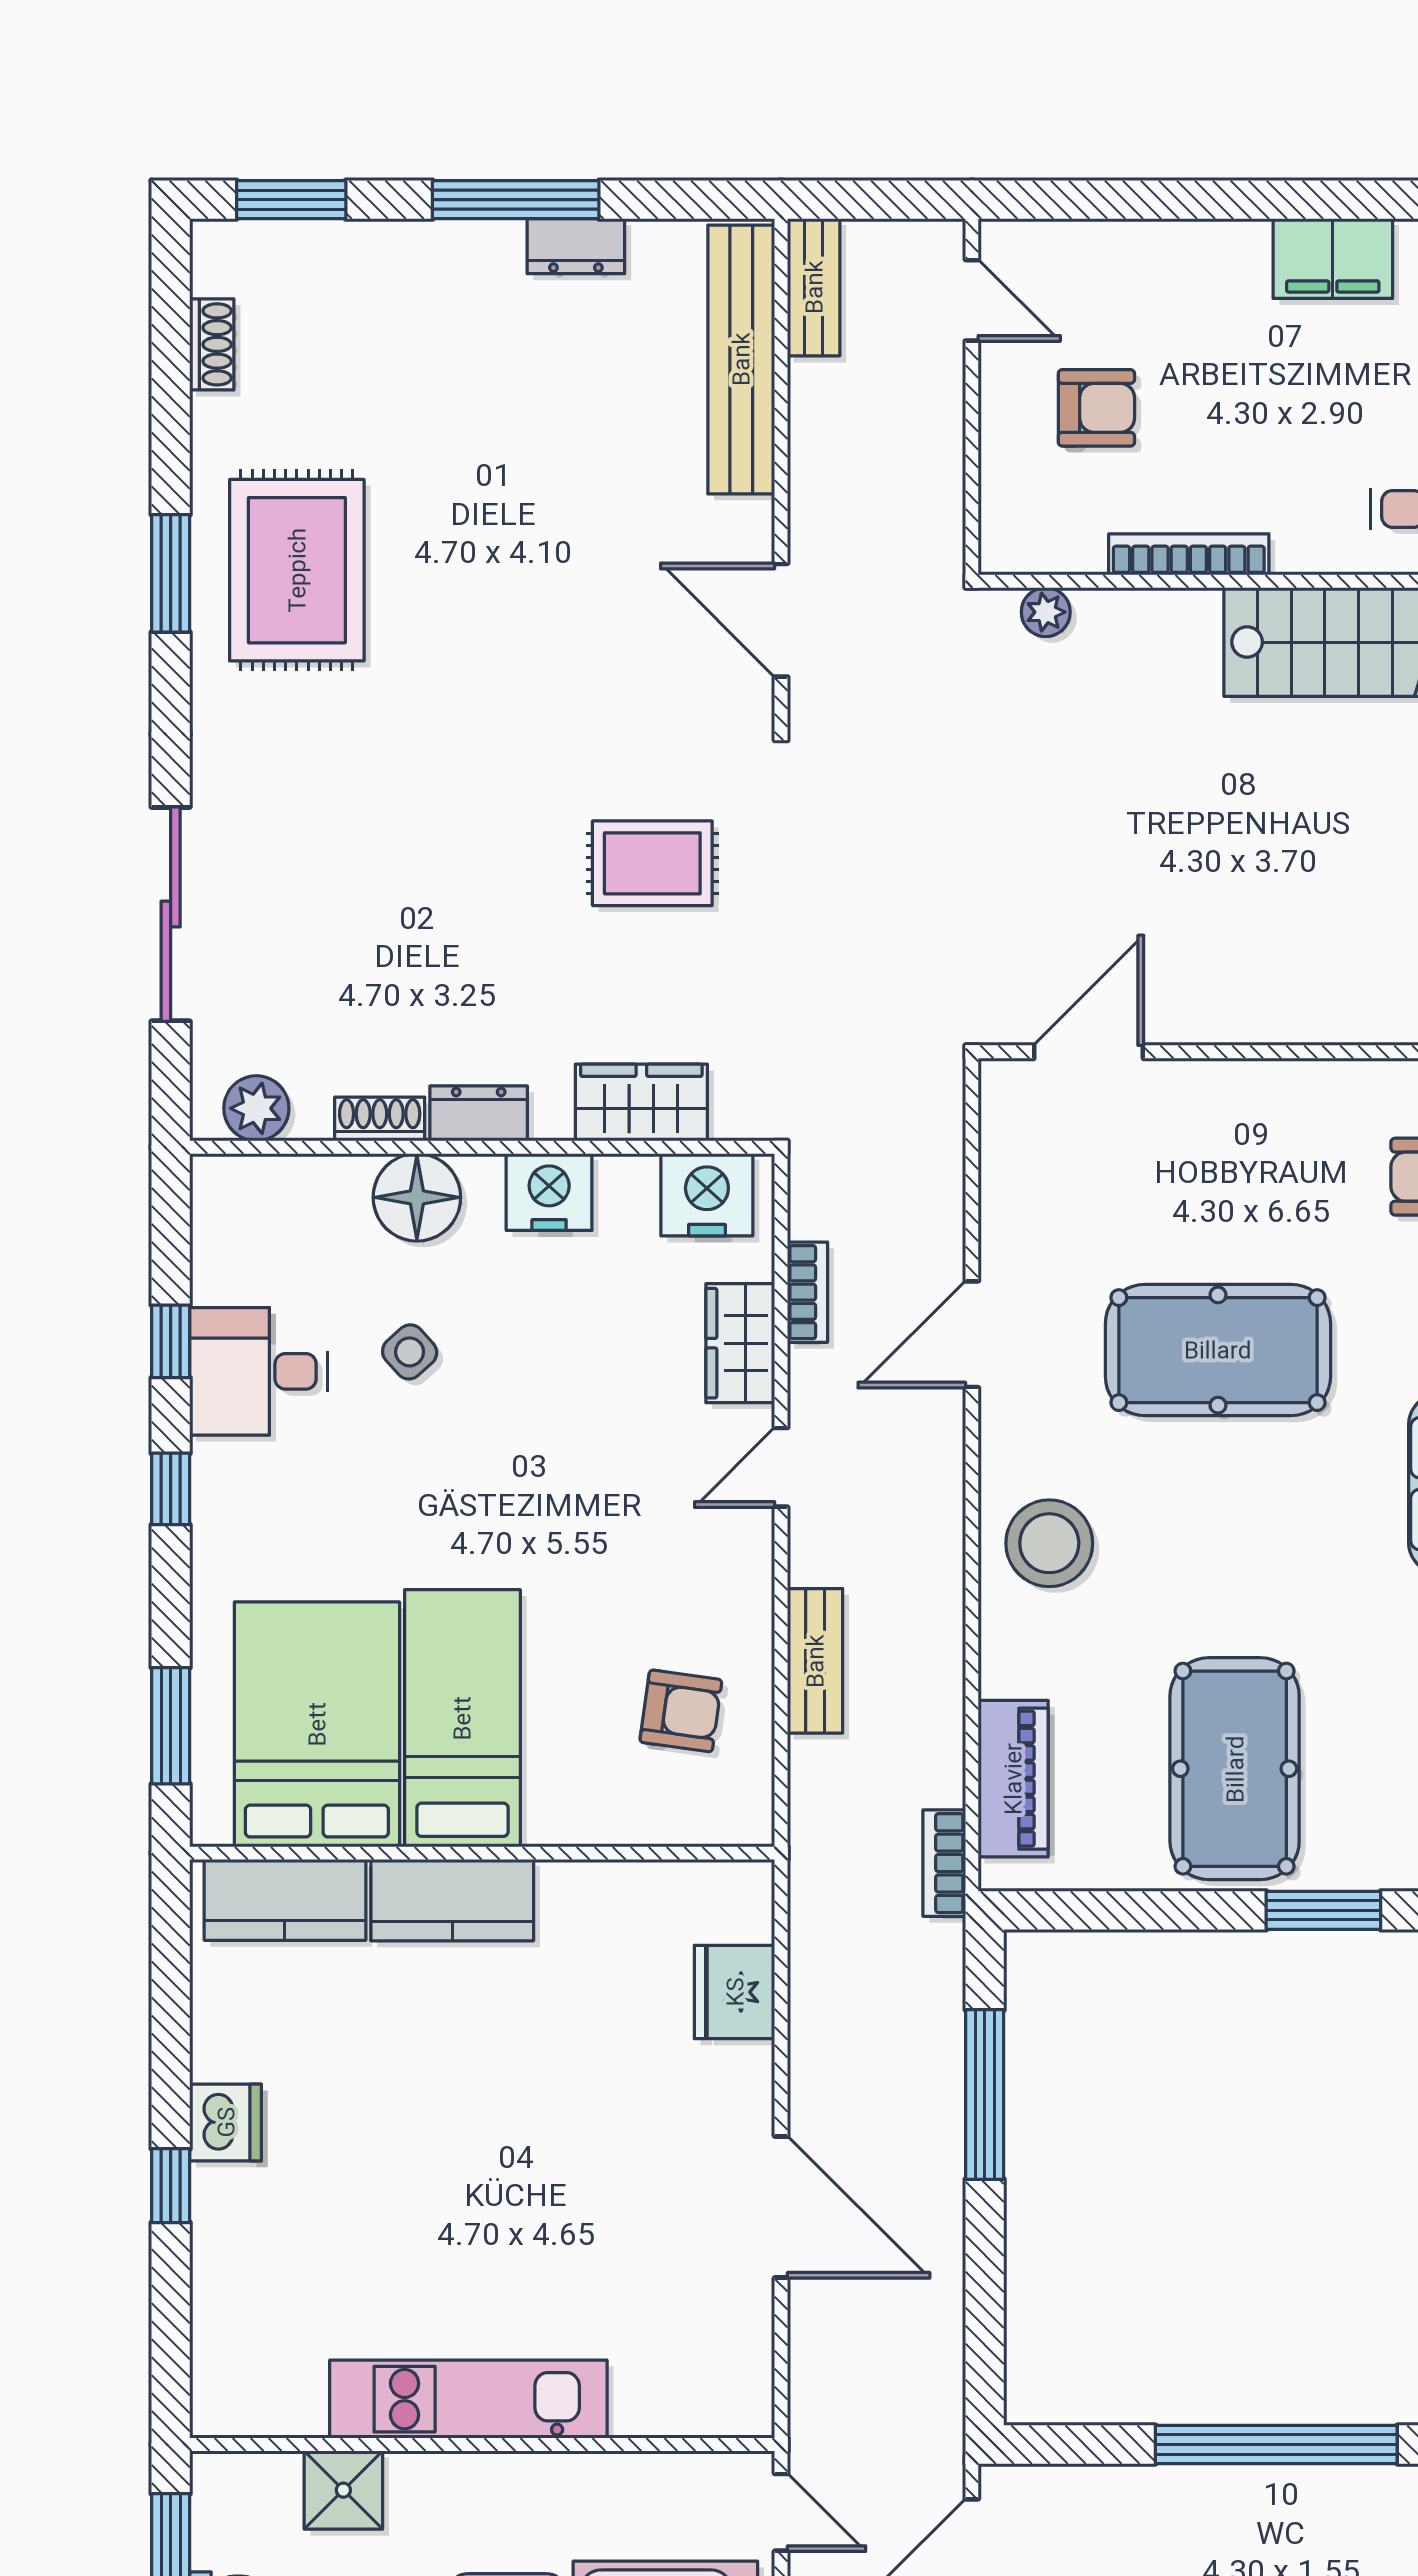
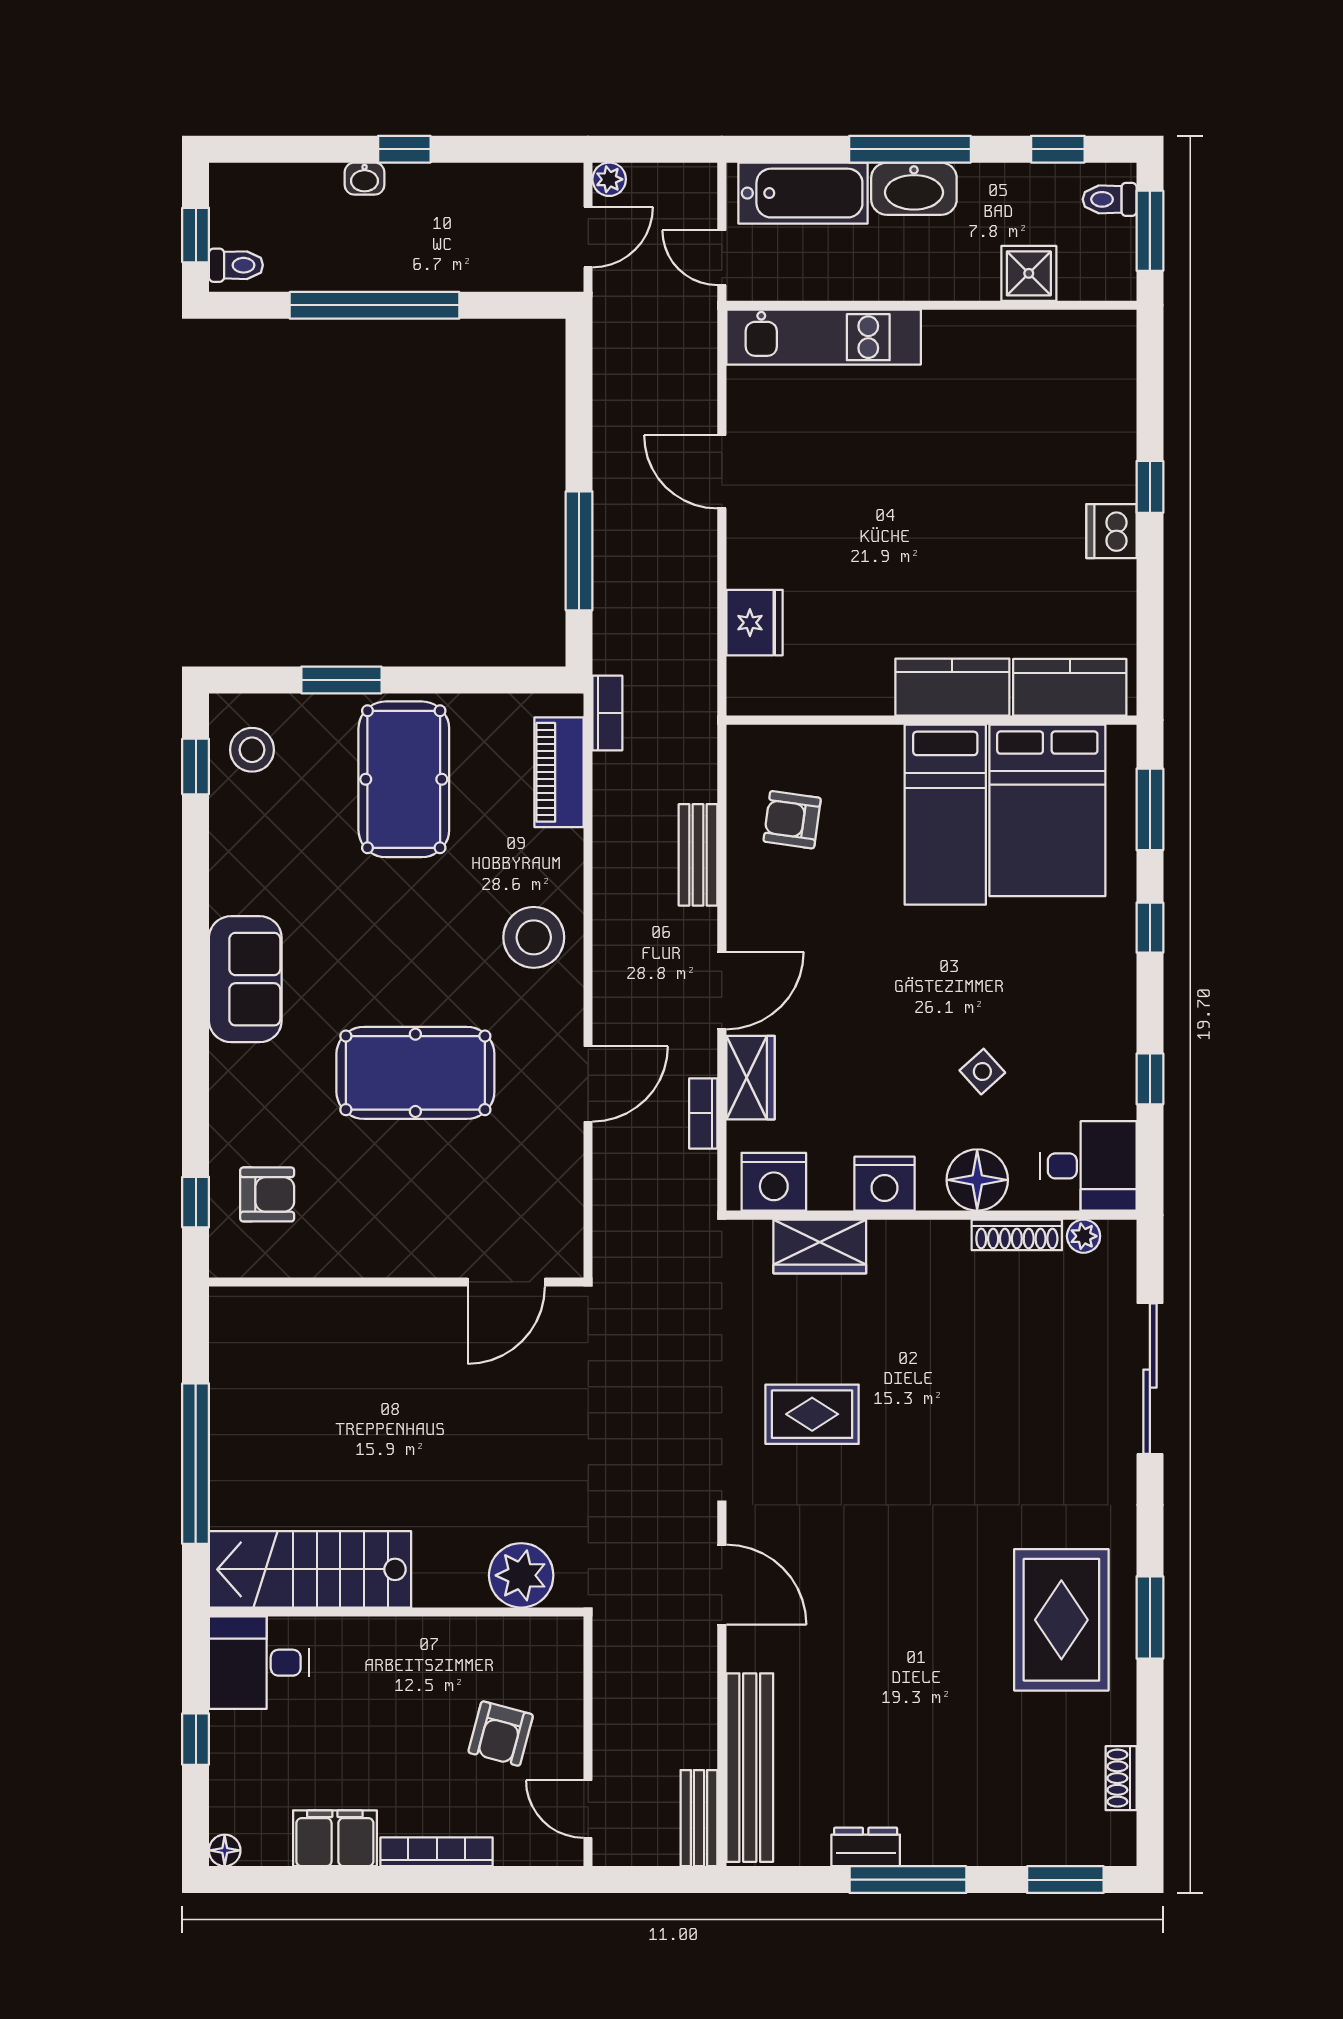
armchair: (1096, 408) -> (501, 1734), turned -75
bookcase: (1189, 554) -> (437, 1852), moved, turned 180
plant: (1046, 612) -> (521, 1575), width x1.87, depth x1.87
plant: (256, 1108) -> (1084, 1236), width x0.73, depth x0.73
dresser: (479, 1113) -> (934, 1239), removed
shoe rack: (380, 1119) -> (1017, 1235), width x1.43
desk: (258, 1371) -> (1088, 1166), moved
door: (781, 1467) -> (722, 991), width x1.38
window: (171, 1489) -> (1150, 928), moved
door: (781, 2207) -> (722, 472), width x0.73
kitchen unit: (468, 2399) -> (824, 337), moved

